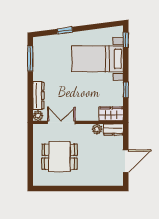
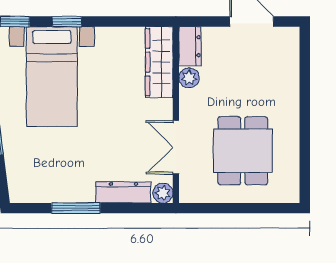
window: (30, 59) -> (76, 208), moved
window: (126, 90) -> (67, 21), moved
wardrobe: (111, 114) -> (159, 62), width x1.50

